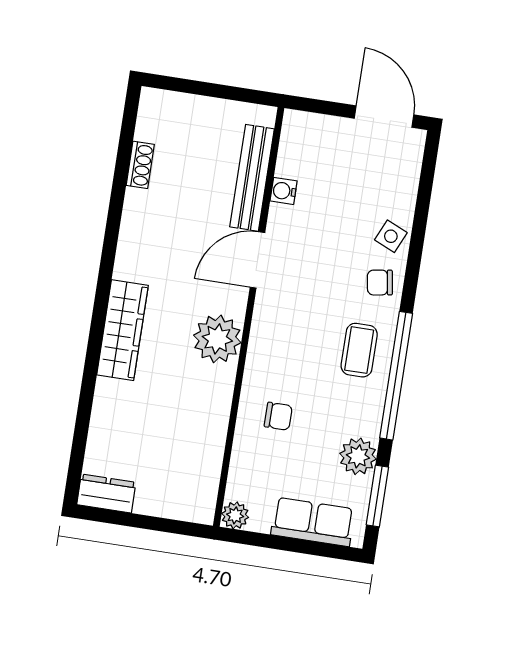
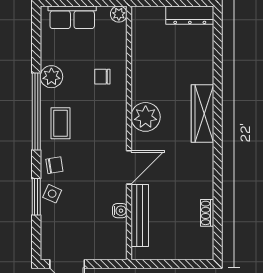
plant: (358, 456) -> (51, 77), moved
dresser: (106, 494) -> (190, 15), width x1.44
window: (377, 496) -> (36, 197), moved

